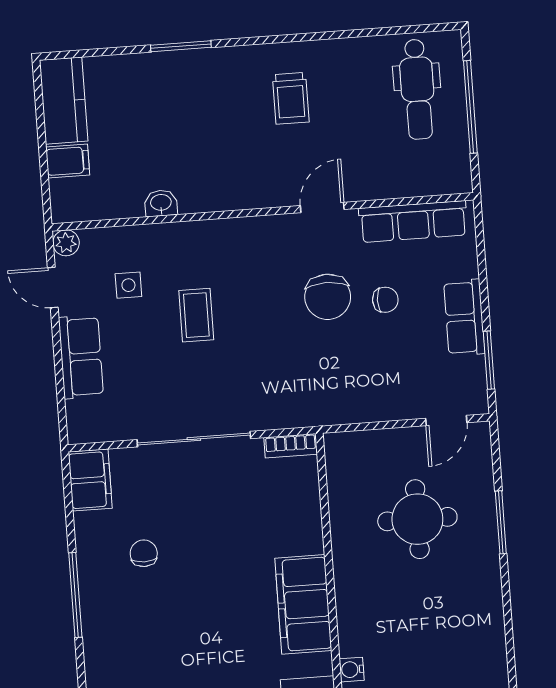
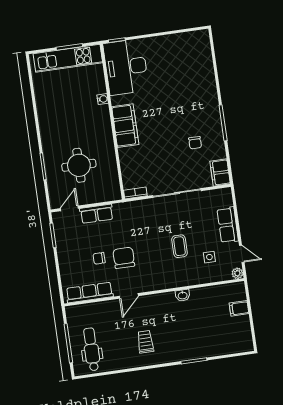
kitchen counter: (64, 101) -> (243, 334), removed
washbasin: (161, 203) -> (183, 295), moved
row of seats: (464, 317) -> (97, 214), moved, turned 90

